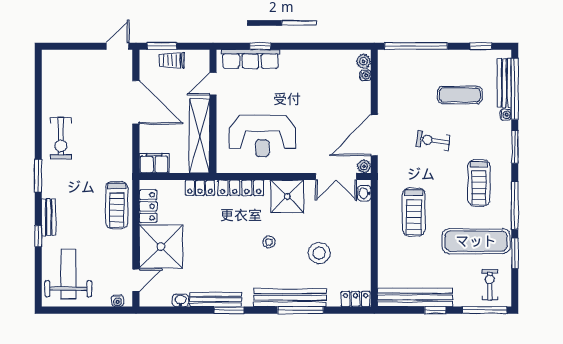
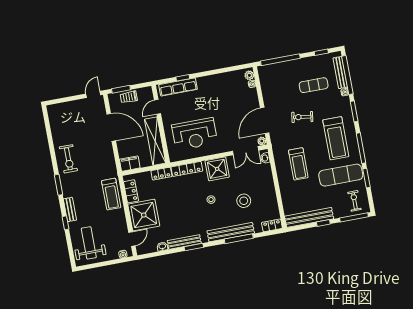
treadmill: (479, 183) -> (336, 138), width x1.37, depth x1.38

